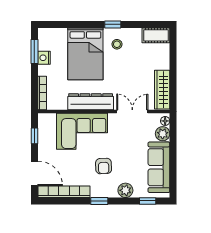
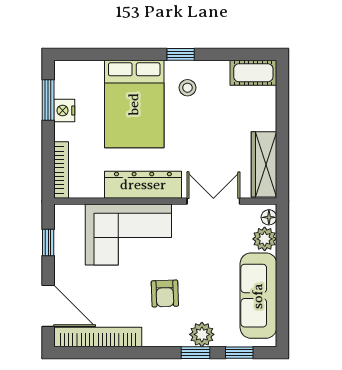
window: (99, 201) -> (195, 353), moved

